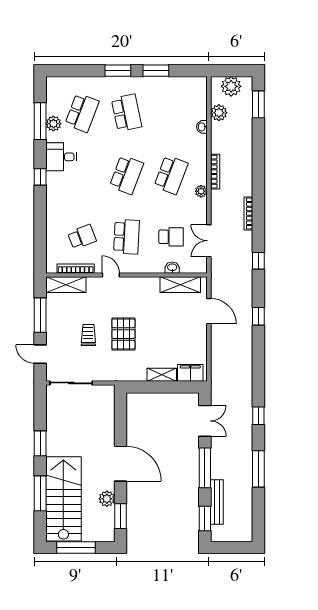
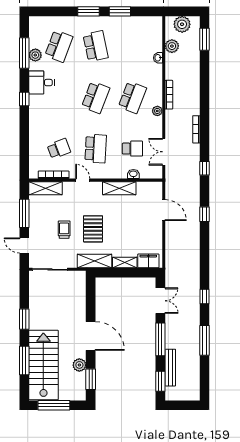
shelving: (180, 285) -> (119, 188), moved
shelving: (125, 373) -> (94, 261), added

